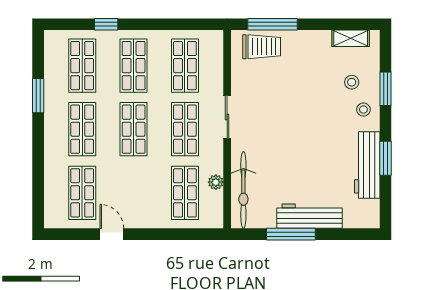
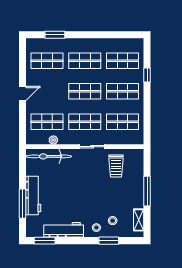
window: (272, 24) -> (147, 191), moved
trolley: (262, 47) -> (116, 166), moved
window: (38, 96) -> (55, 35), moved
window: (385, 158) -> (45, 241), moved
door: (112, 234) -> (23, 94), moved
window: (291, 234) -> (23, 204), moved

